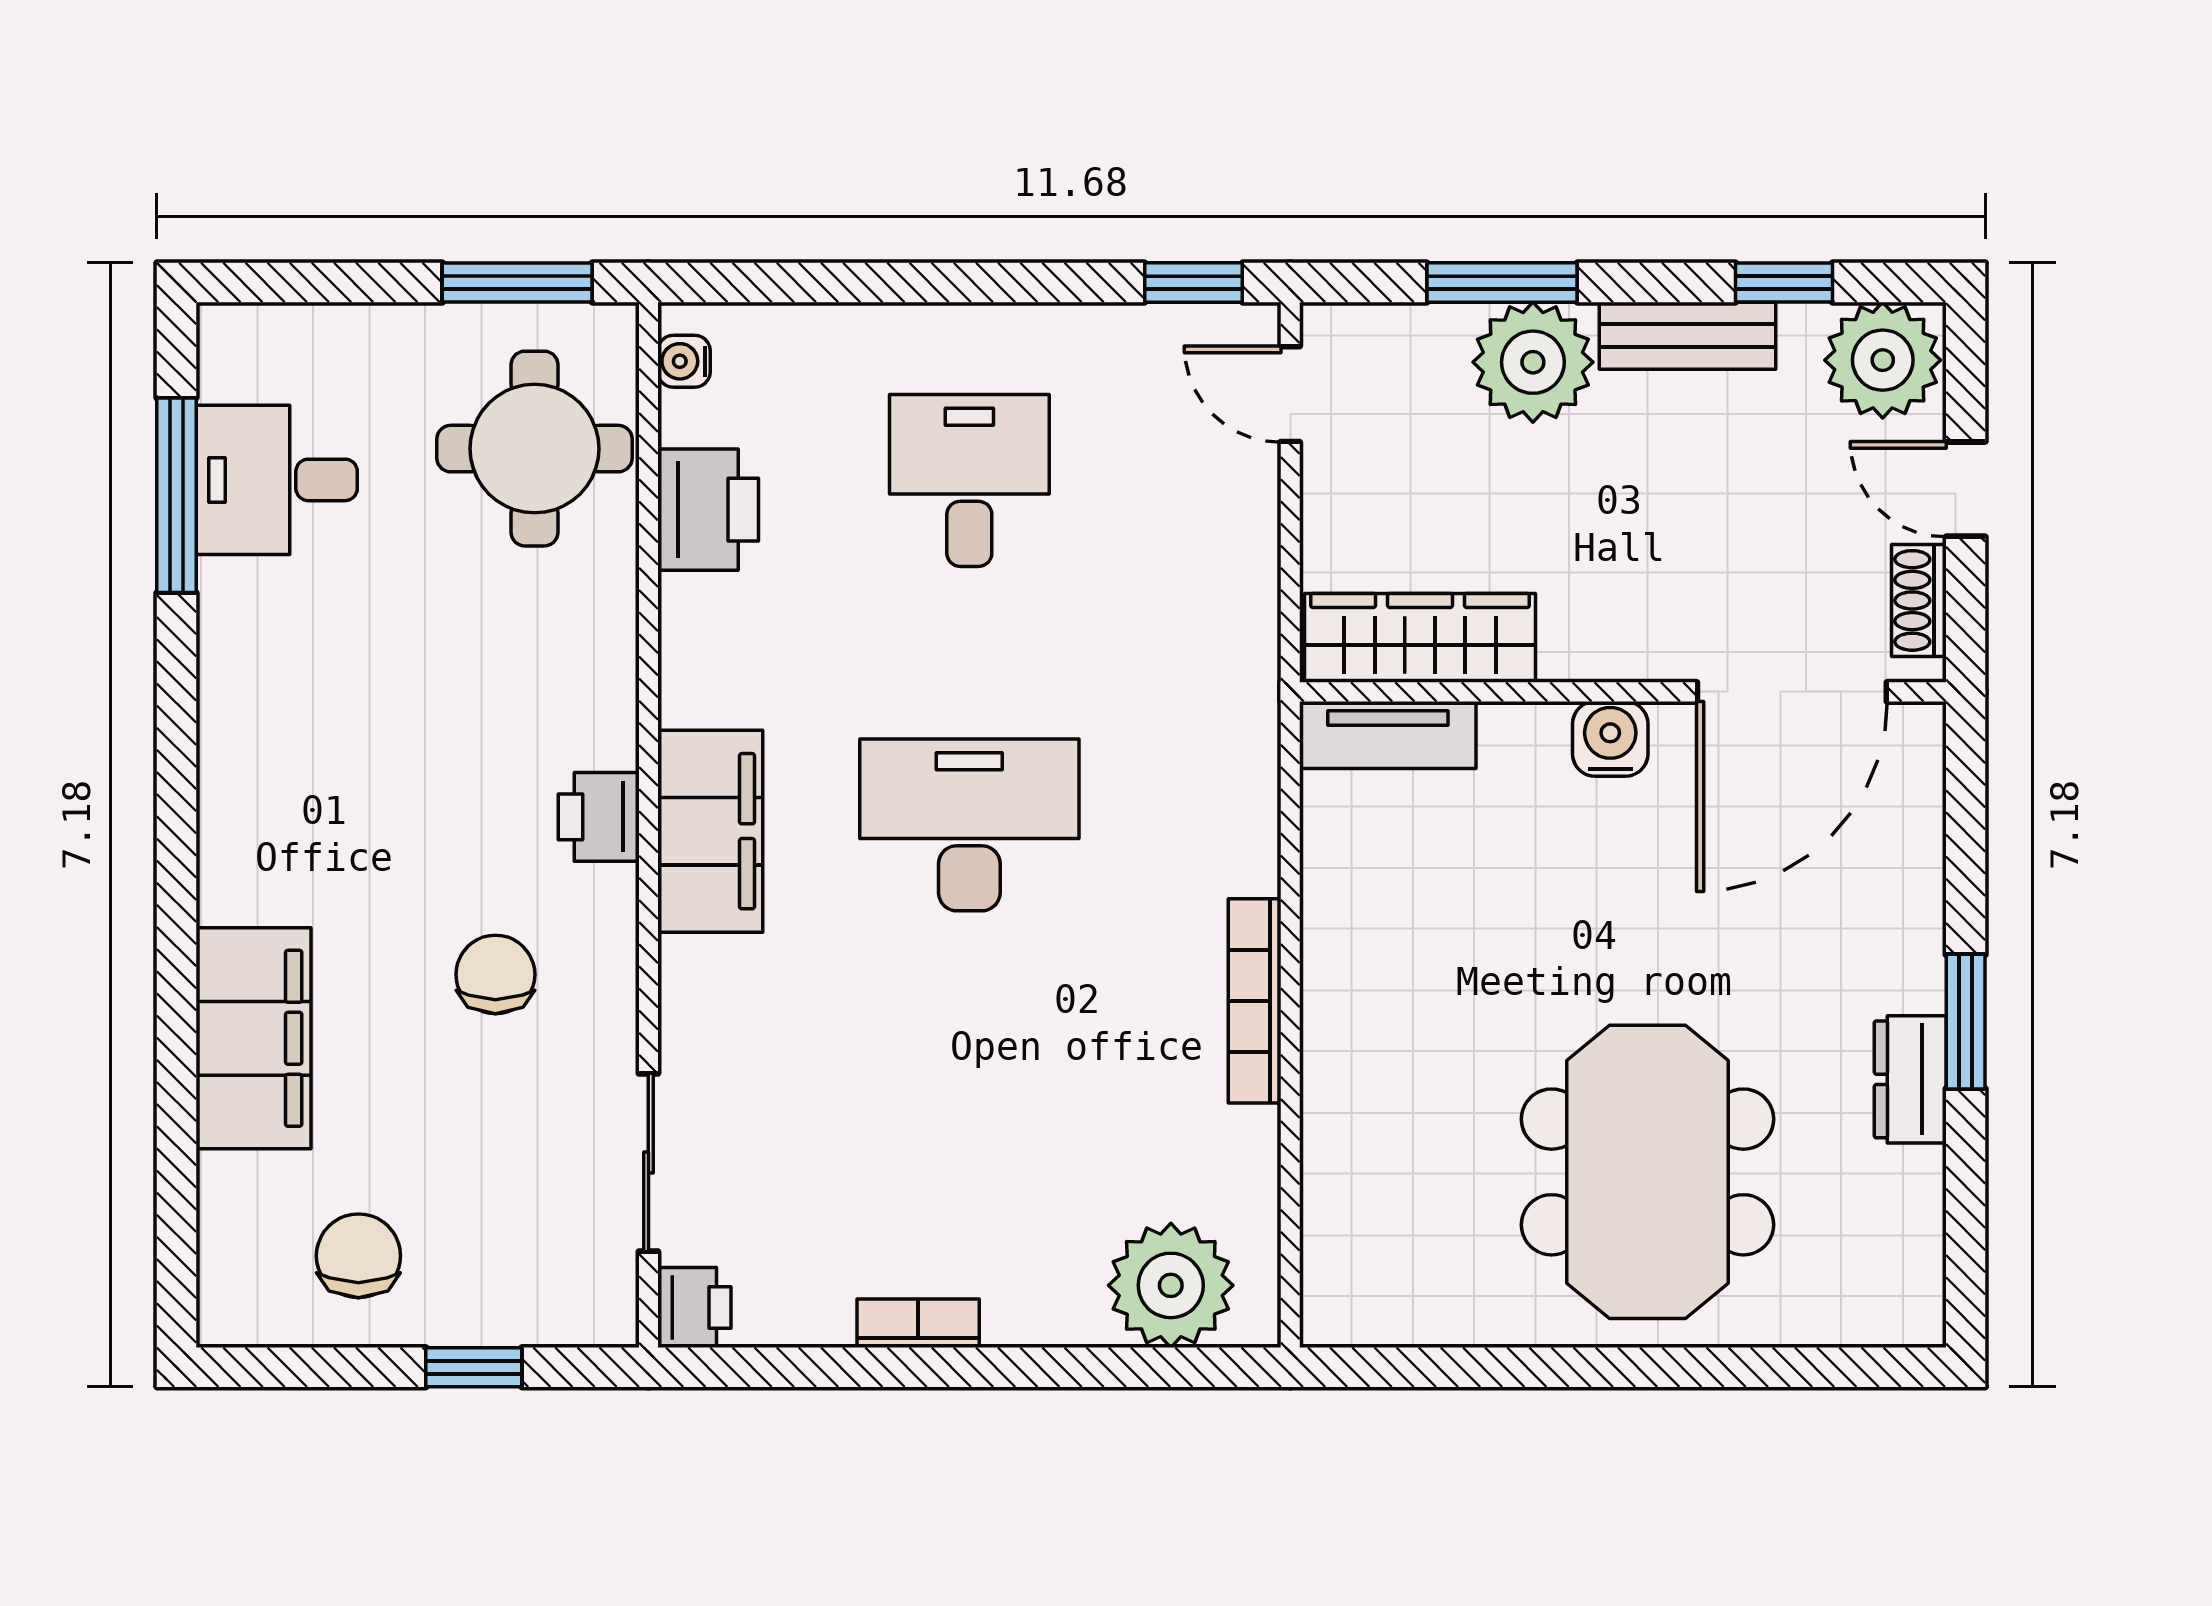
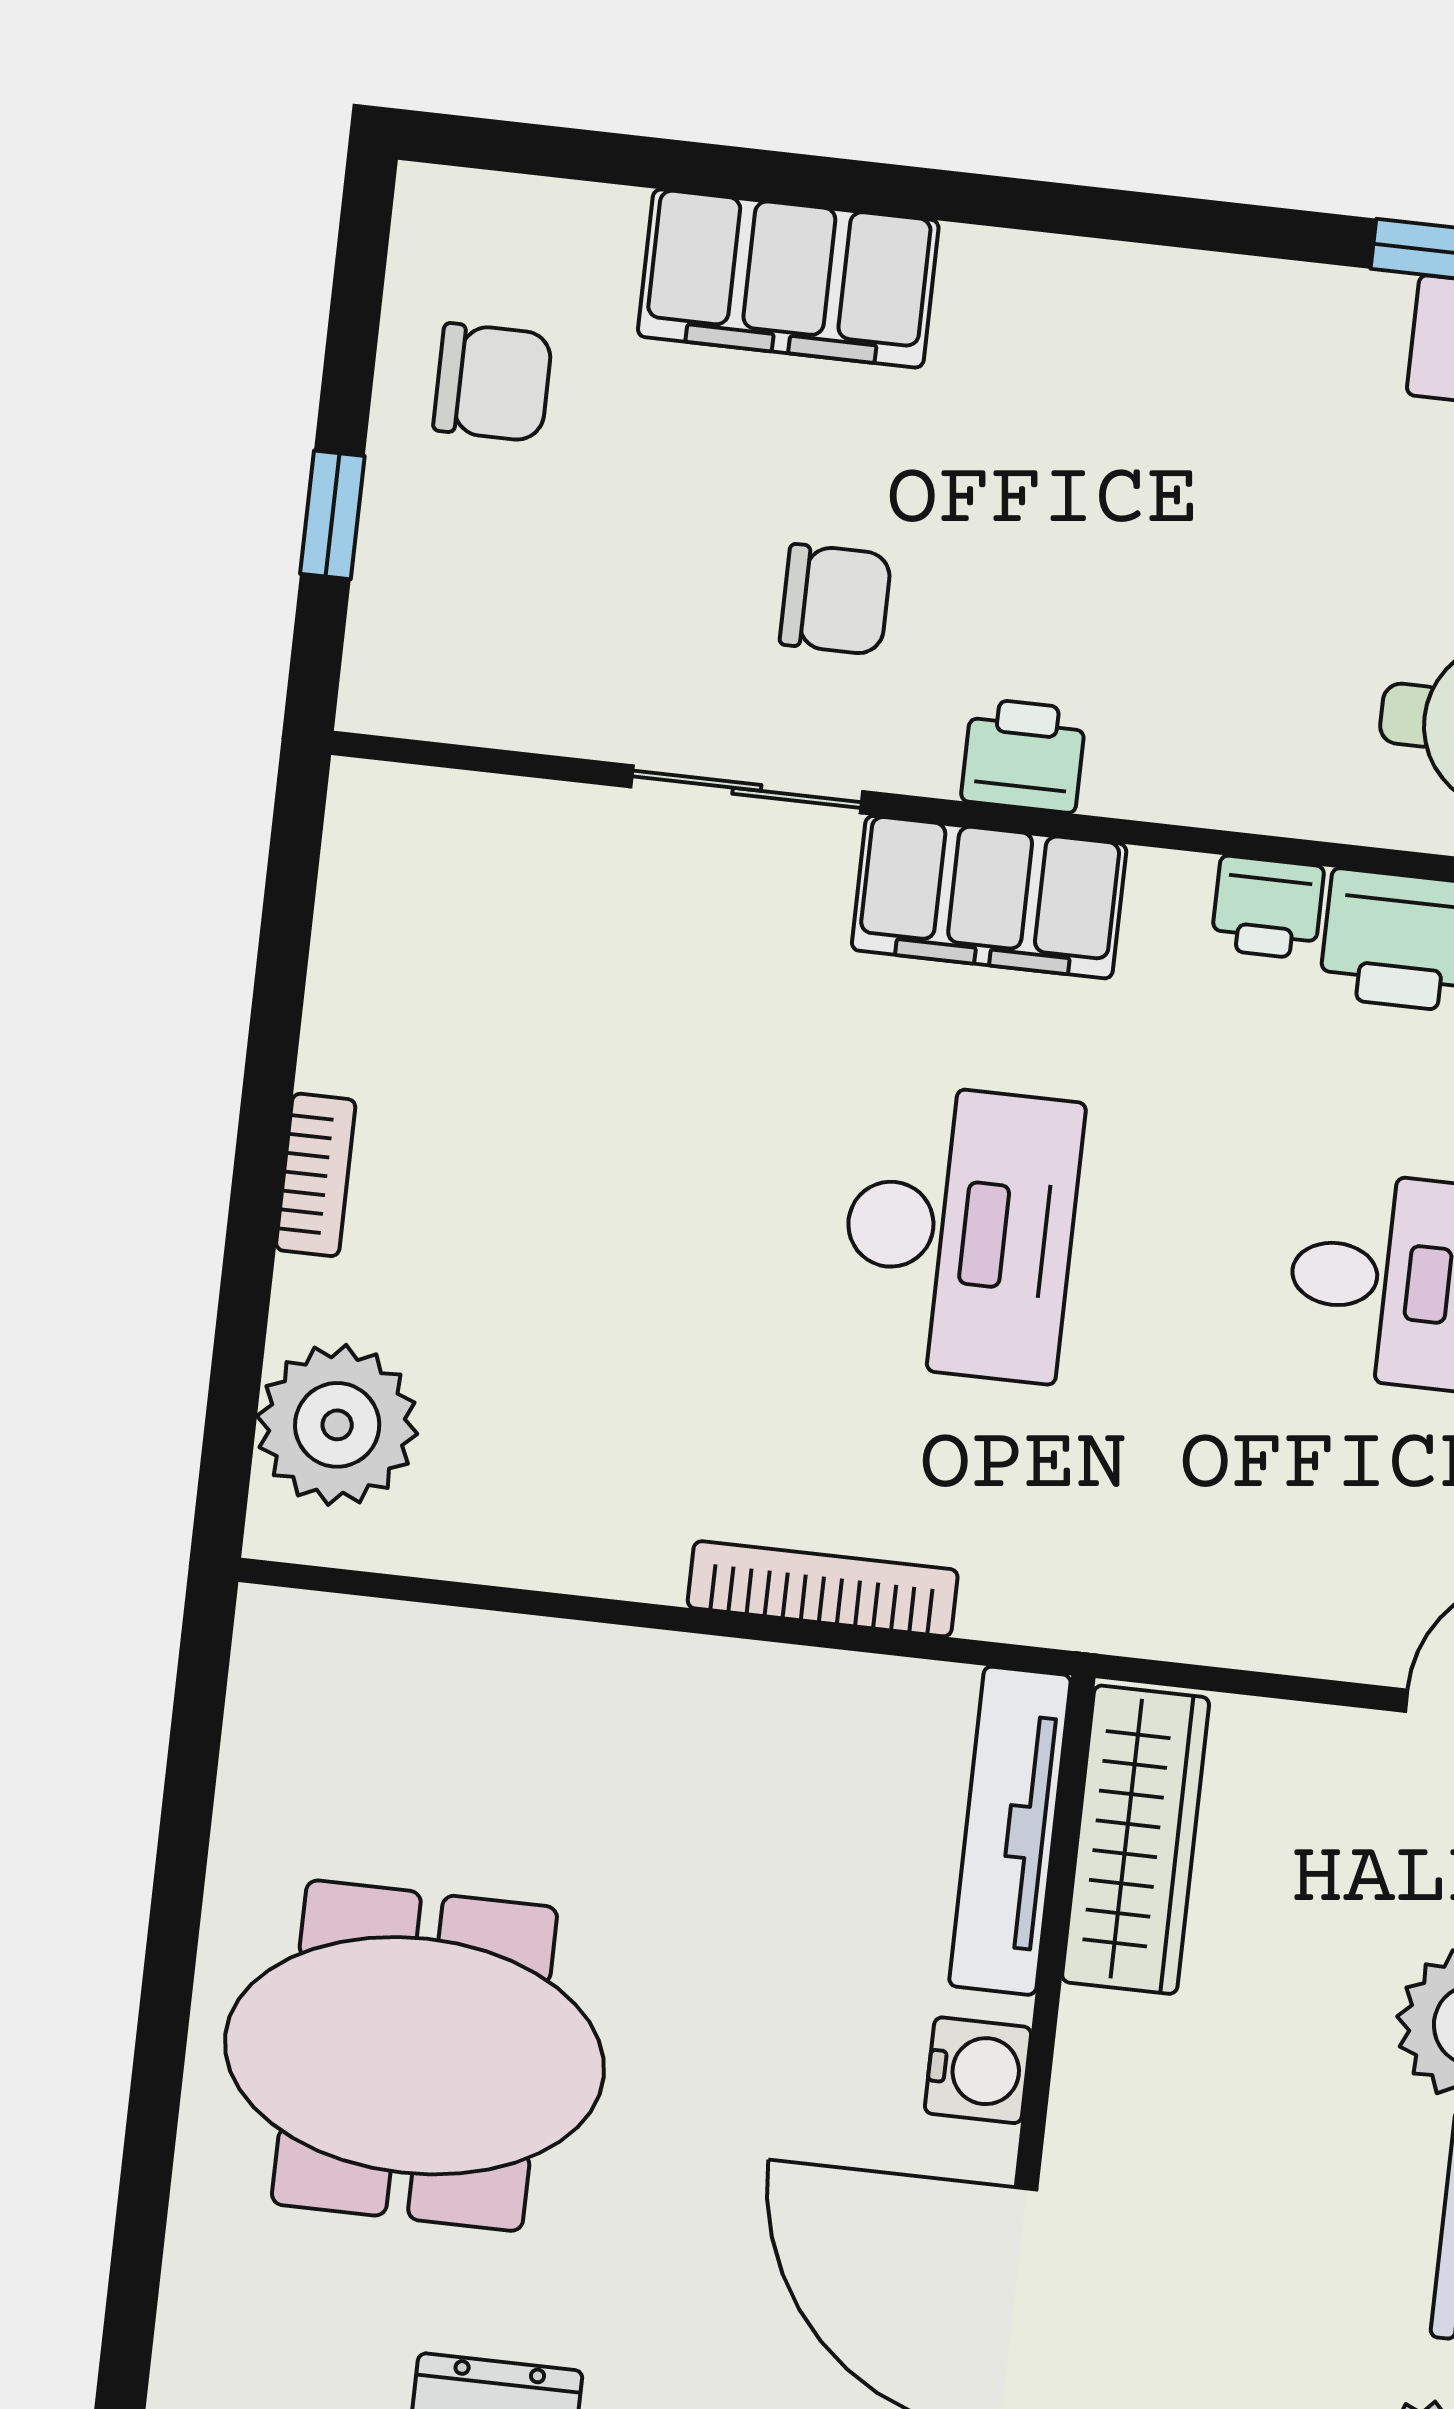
tv unit: (1388, 735) -> (1010, 1831), width x1.41
bookcase: (1255, 1001) -> (823, 1589), moved
sliding door: (648, 1162) -> (747, 789), moved
printer: (694, 1307) -> (1267, 908), moved
bookcase: (918, 1323) -> (316, 1175), moved

